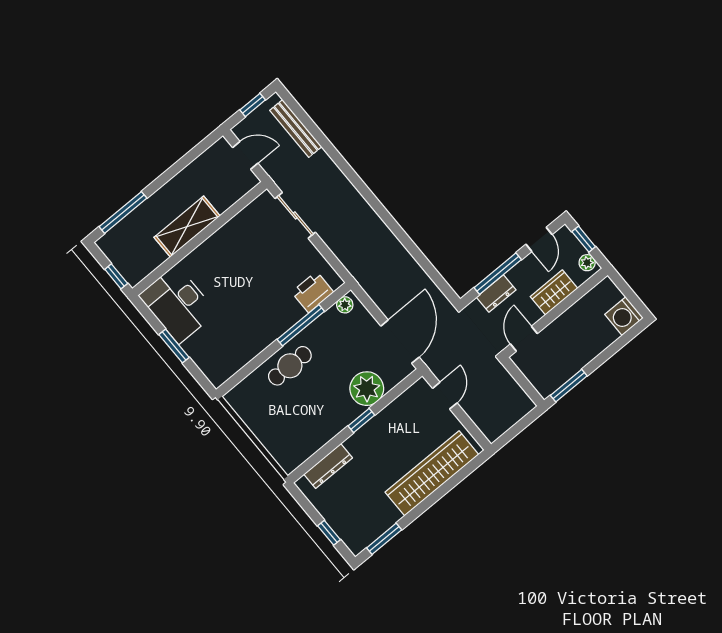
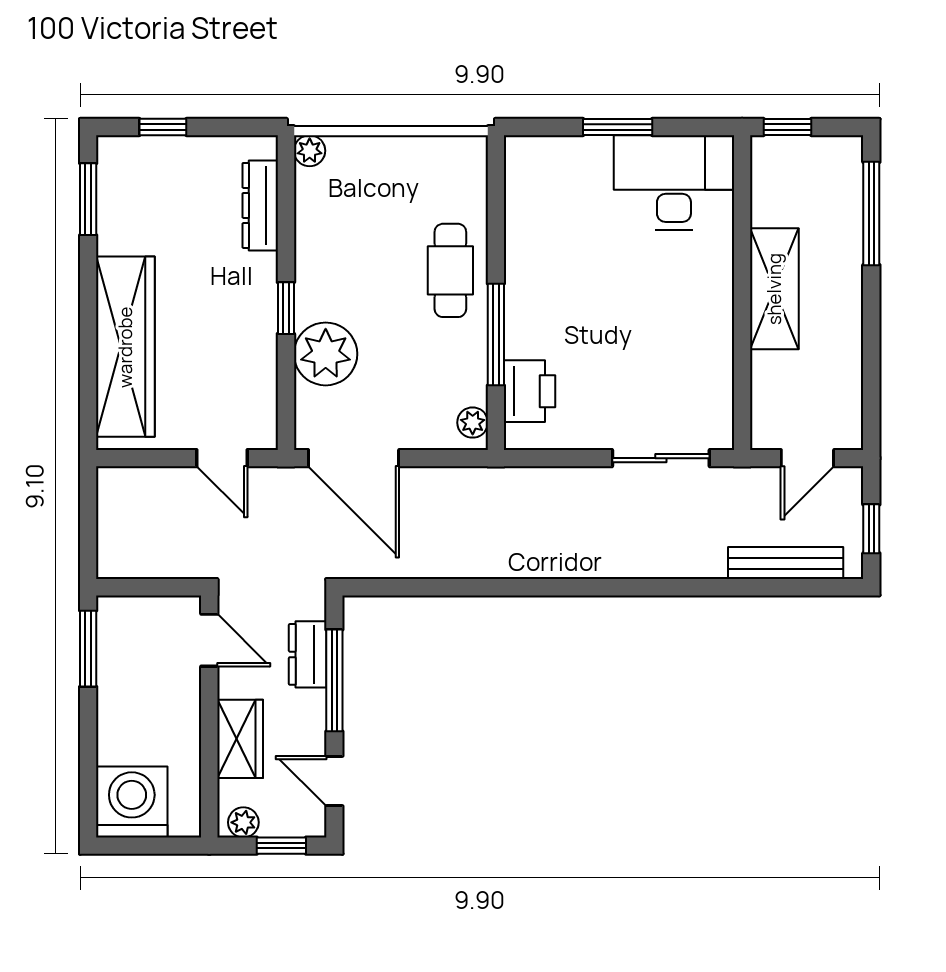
washing machine: (624, 316) -> (132, 802), width x1.37, depth x1.37
plant: (289, 464) -> (310, 151), added

